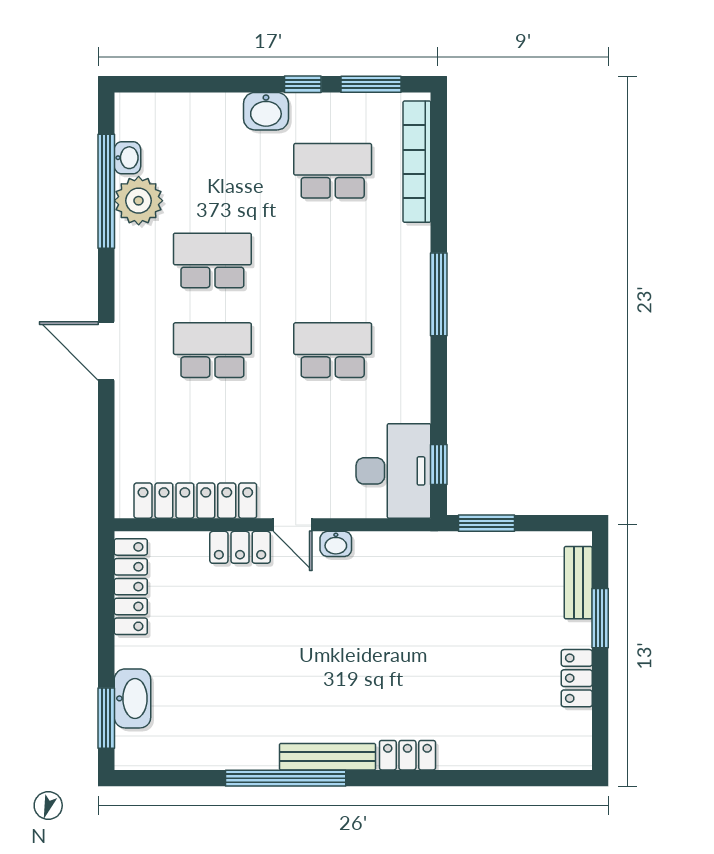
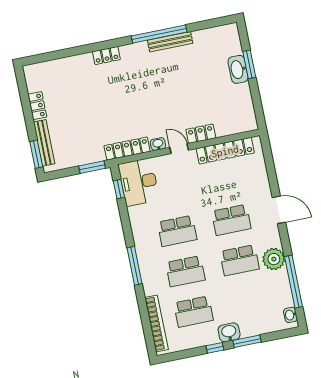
window: (371, 84) -> (247, 341), moved
washbasin: (127, 158) -> (290, 315), moved
plant: (139, 201) -> (274, 259), moved
school desk: (333, 260) -> (185, 271), added
bench: (578, 583) -> (44, 143), width x1.36
locker: (131, 587) -> (127, 149), moved, turned 90
window: (600, 618) -> (36, 154), moved
washbasin: (132, 698) -> (238, 69), moved
window: (106, 718) -> (249, 64), moved
bench: (327, 757) -> (170, 42), moved

